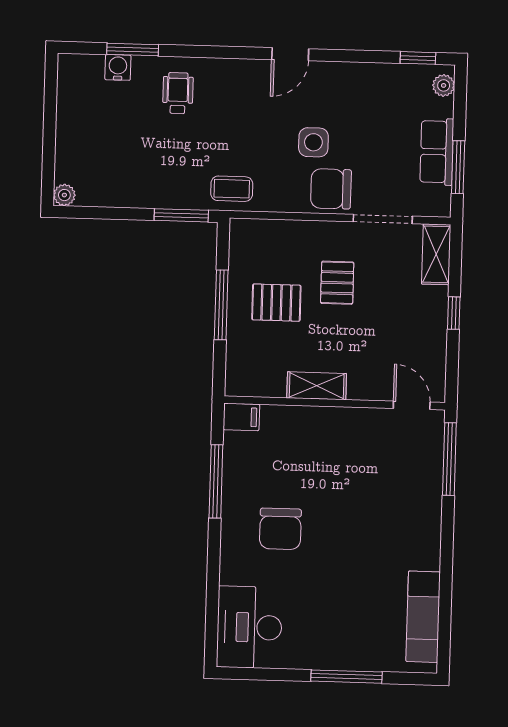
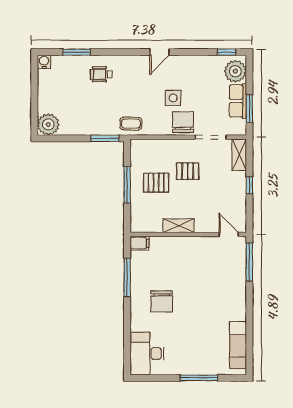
water cooler: (118, 67) -> (44, 62), moved
plant: (444, 85) -> (235, 71), width x1.88, depth x1.88
wheelchair: (178, 93) -> (101, 74), turned -90
chair: (331, 189) -> (183, 122), turned 90
plant: (64, 195) -> (48, 124), width x1.88, depth x1.88
pallet: (337, 283) -> (188, 171), turned 90

